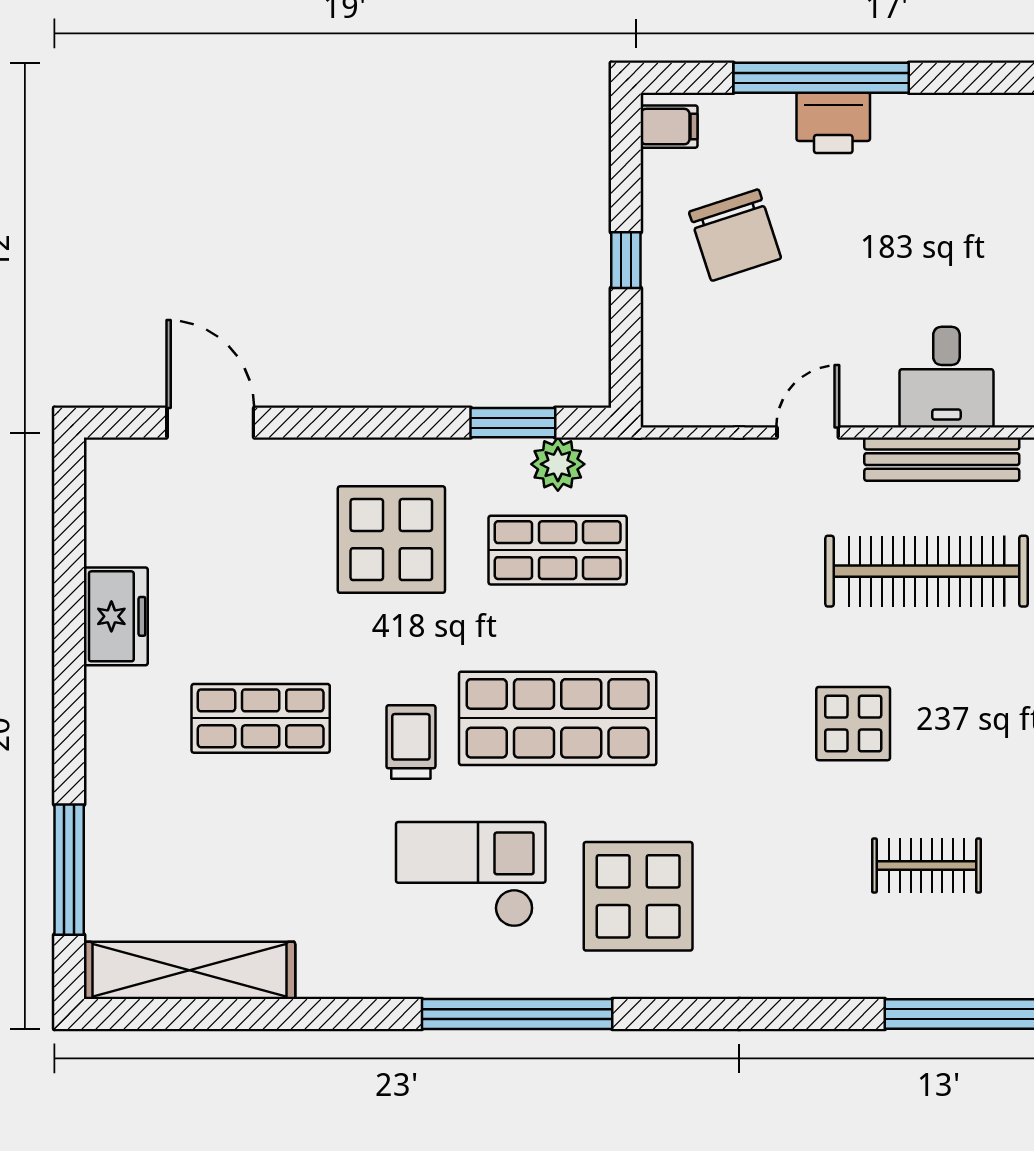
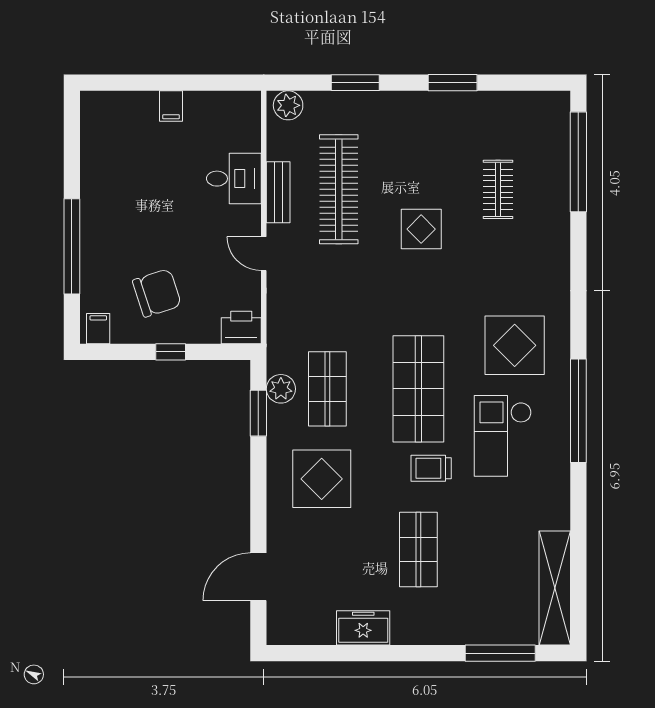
printer: (833, 123) -> (241, 328), moved, turned -90
bench: (942, 459) -> (278, 192), width x0.73

